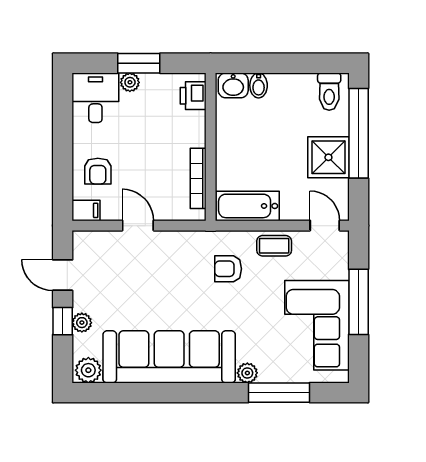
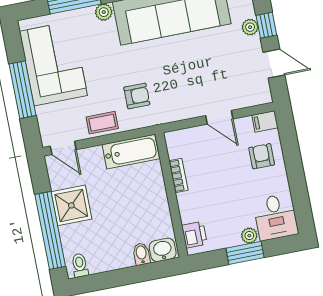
toilet: (329, 92) -> (80, 265), width x0.73, depth x0.72
bookcase: (198, 178) -> (178, 176), width x0.64

